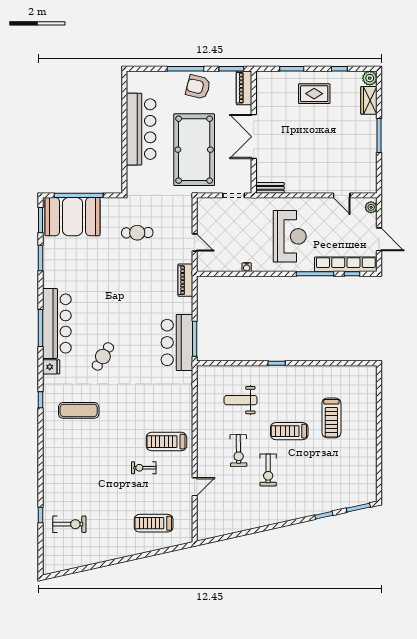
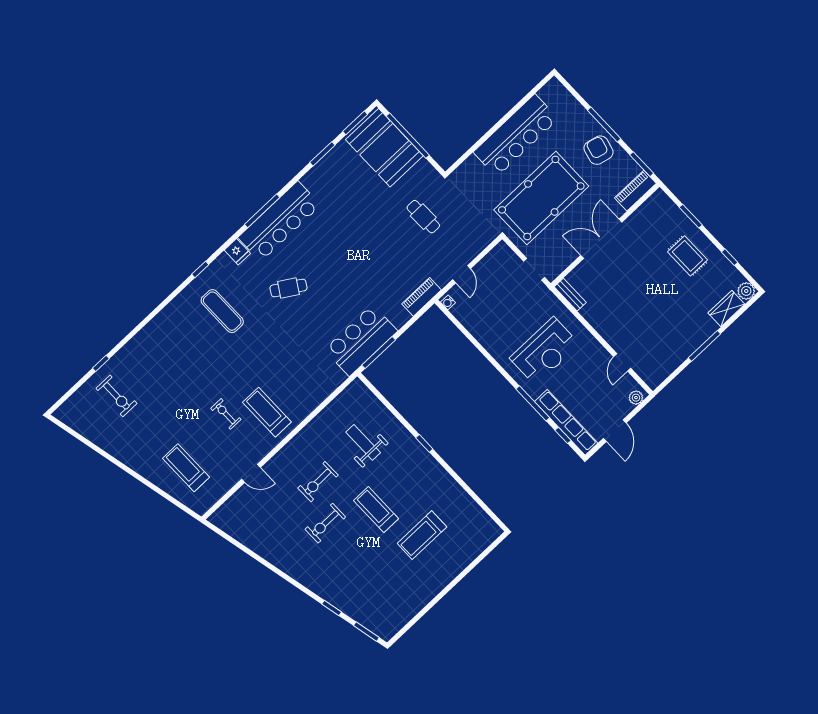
water cooler: (247, 267) -> (448, 302), moved

